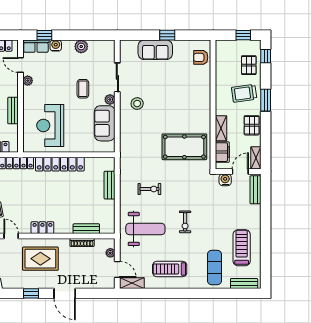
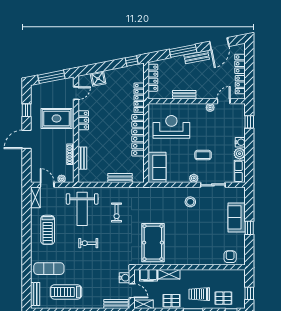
row of seats: (36, 46) -> (240, 171), moved
water cooler: (56, 46) -> (240, 142), moved
trolley: (244, 93) -> (199, 294), turned -82
sofa: (105, 123) -> (157, 167), moved, turned 90
treadmill: (242, 248) -> (66, 292), turned 180
rug: (40, 259) -> (57, 118), turned 90
door: (117, 269) -> (47, 185), swing flipped
treadmill: (170, 269) -> (48, 230), turned 180

